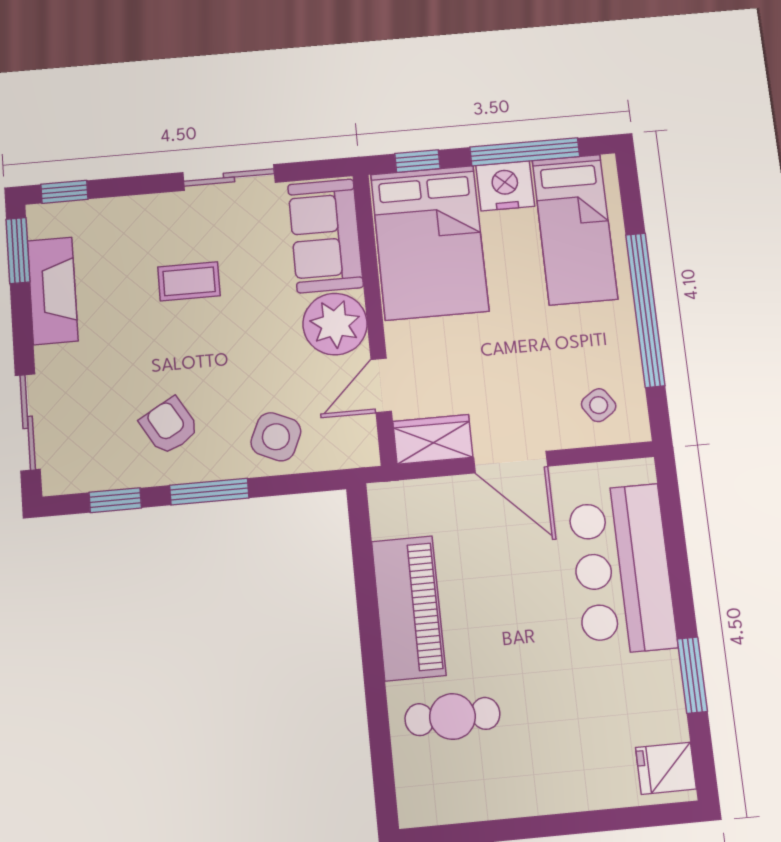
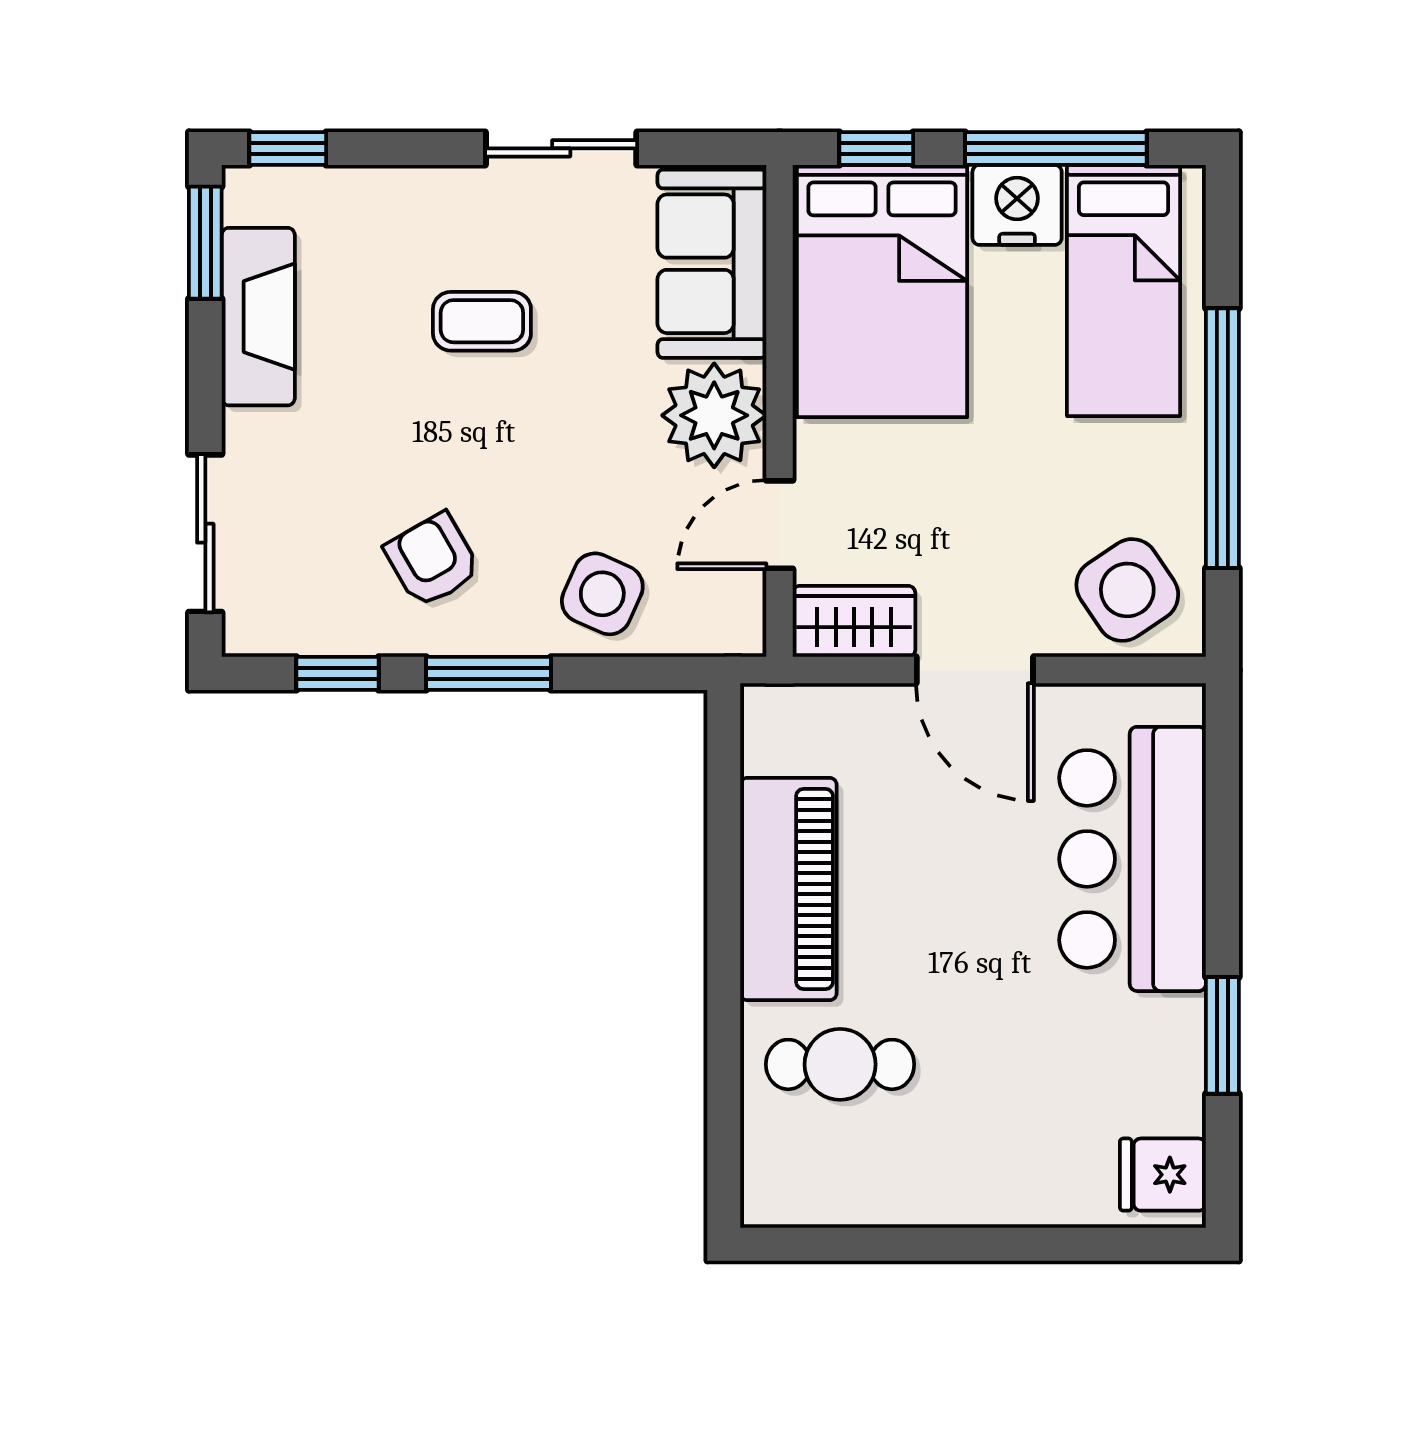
side table: (599, 405) -> (1127, 590), width x1.87, depth x1.87

